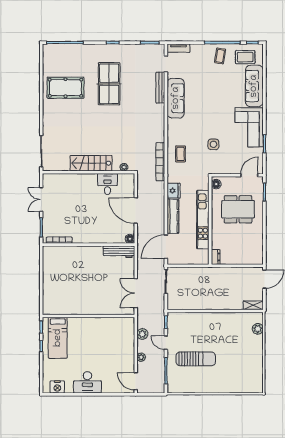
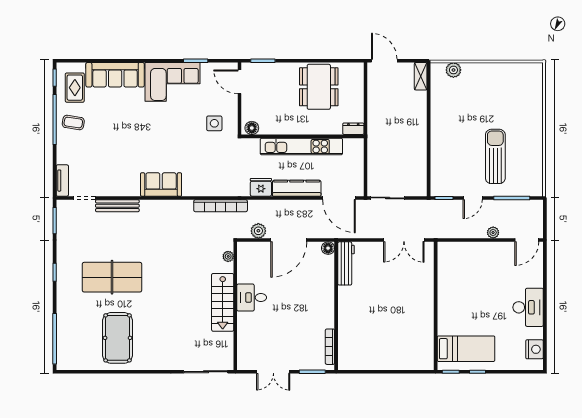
sofa: (176, 98) -> (161, 185), moved, width x0.73
side table: (213, 144) -> (214, 123), moved
coffee table: (180, 154) -> (210, 178), removed
desk: (107, 184) -> (252, 298), moved
dining table: (238, 209) -> (319, 87), moved
plant: (142, 334) -> (258, 231), moved

